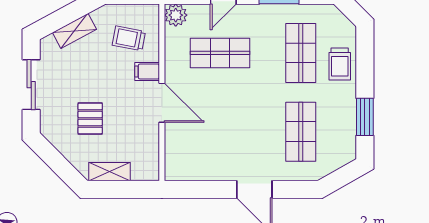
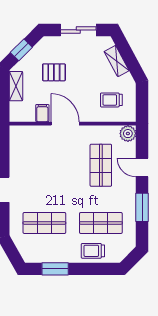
trolley: (129, 38) -> (111, 100), turned -101
filing cabinet: (147, 72) -> (42, 113), moved
door: (162, 103) -> (65, 124), swing flipped
window: (59, 164) -> (21, 50), added

